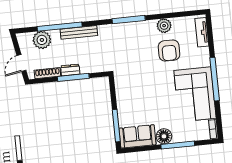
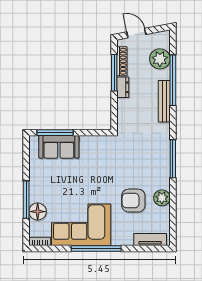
window: (73, 77) -> (114, 73), moved
sofa: (138, 136) -> (59, 147), moved, turned 90
floor lamp: (164, 136) -> (38, 212), moved

